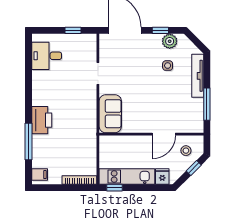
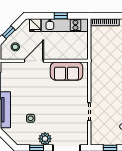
plant: (170, 41) -> (45, 139), moved
sofa: (110, 114) -> (67, 71), moved, turned -90
window: (115, 188) -> (61, 16), moved

